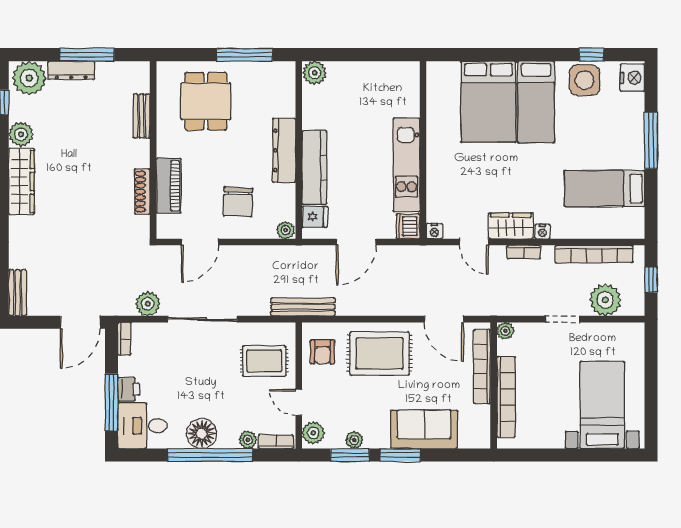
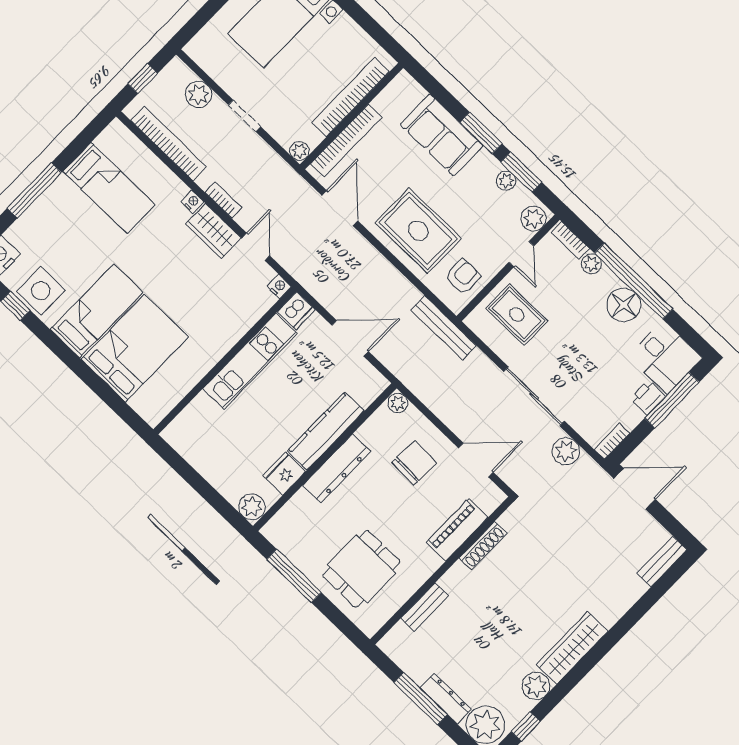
fridge: (315, 217) -> (284, 474), moved, width x1.38
plant: (605, 300) -> (198, 94), width x0.73, depth x0.73

